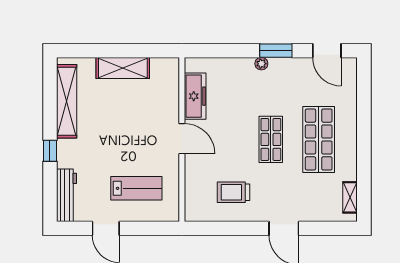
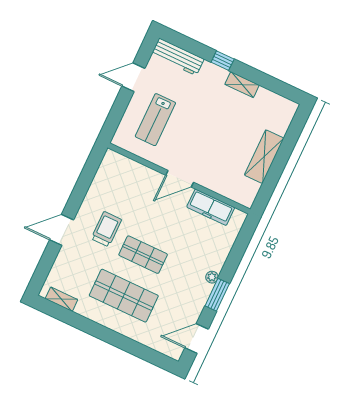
shelving: (67, 101) -> (242, 85), width x0.45, depth x0.75
trolley: (234, 192) -> (106, 229), moved

